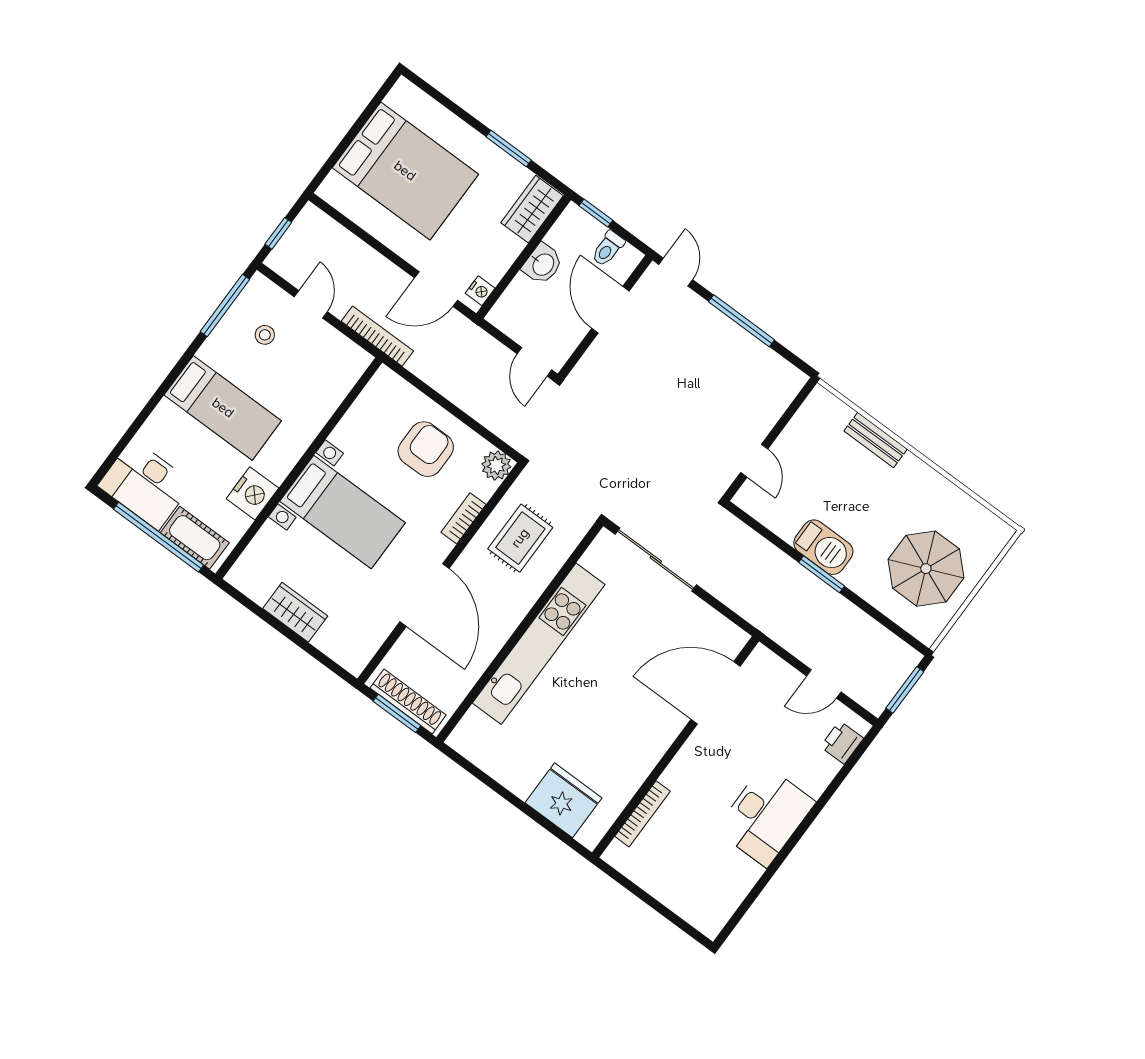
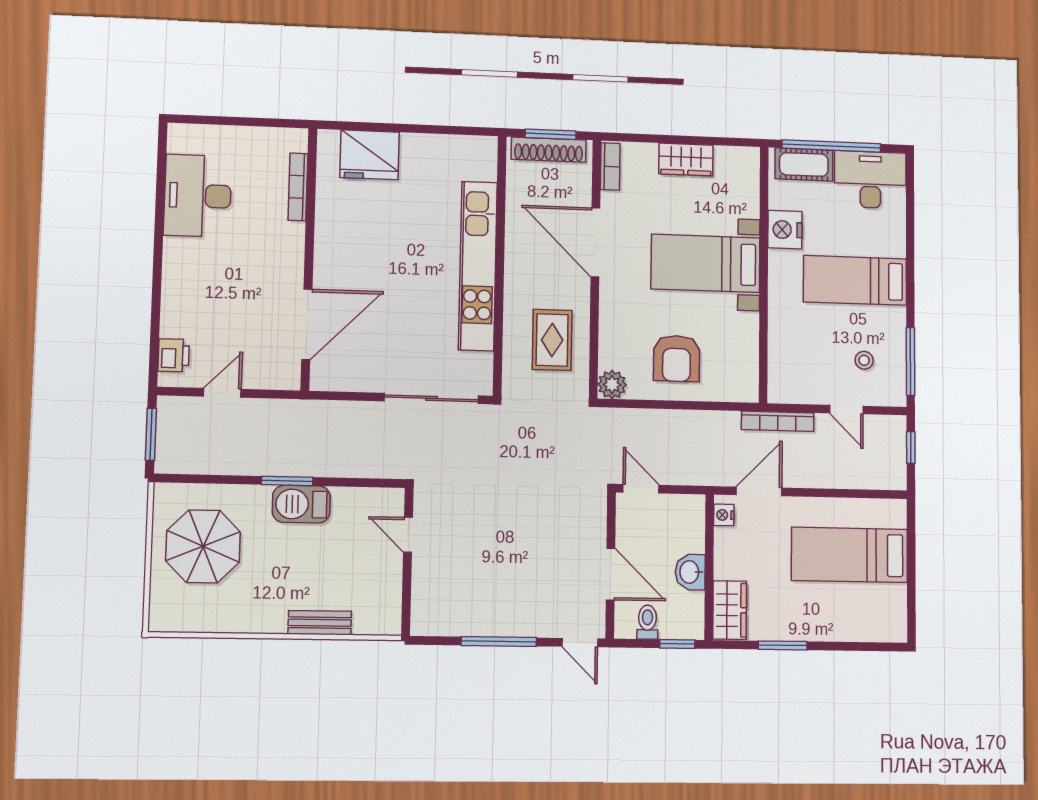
bed: (405, 171) -> (849, 555), width x0.67
bookcase: (463, 518) -> (610, 166), moved
desk: (765, 816) -> (198, 196), moved

